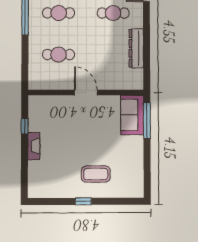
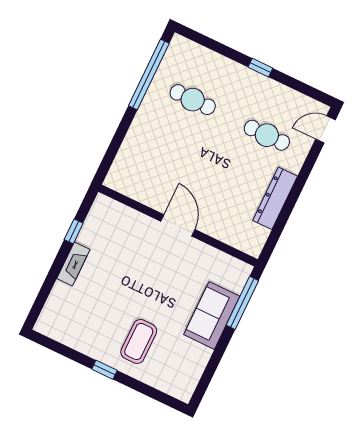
cafe table: (58, 55) -> (165, 156), removed
sofa: (132, 115) -> (212, 315), moved
coffee table: (96, 174) -> (139, 341), turned 90

